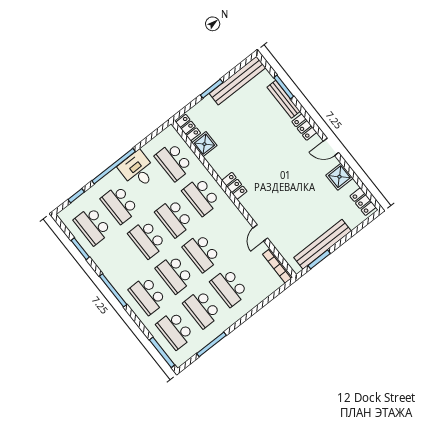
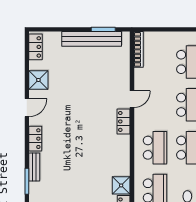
bench: (284, 99) -> (34, 167), width x0.73
door: (331, 147) -> (27, 108), hinge flipped
locker: (234, 186) -> (124, 121), moved
door: (260, 233) -> (132, 99), moved

